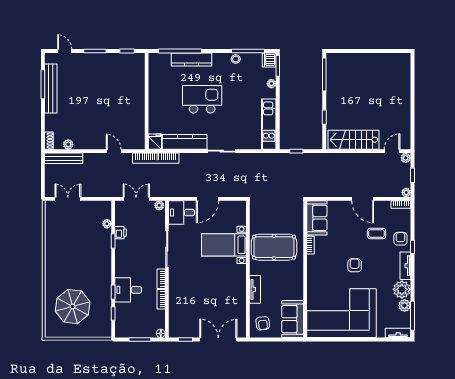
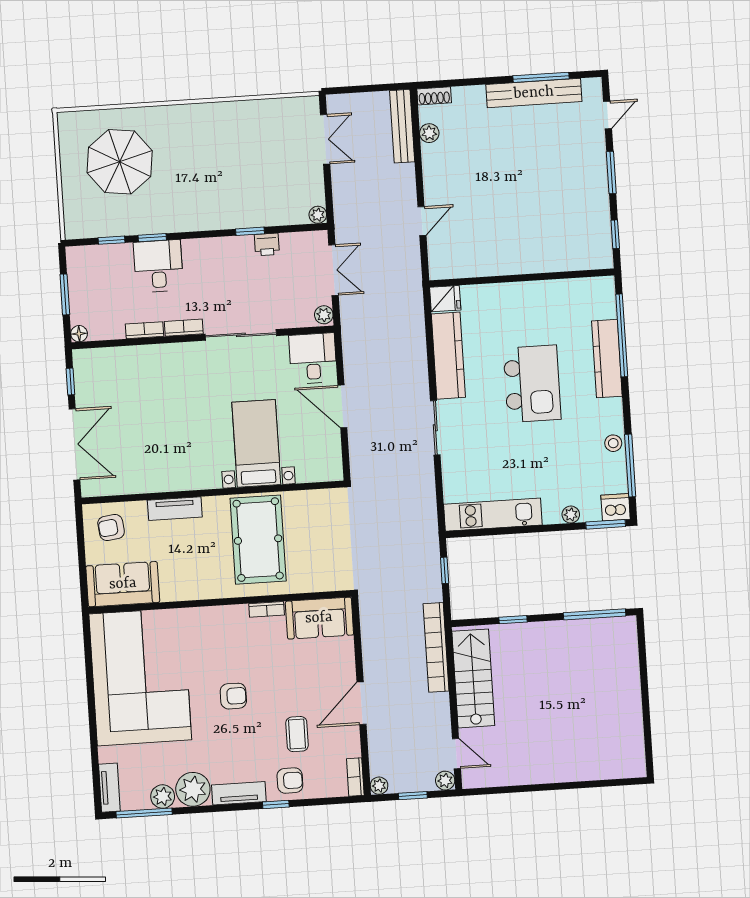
bookcase: (156, 158) -> (436, 647), moved
plant: (107, 224) -> (318, 215), moved

